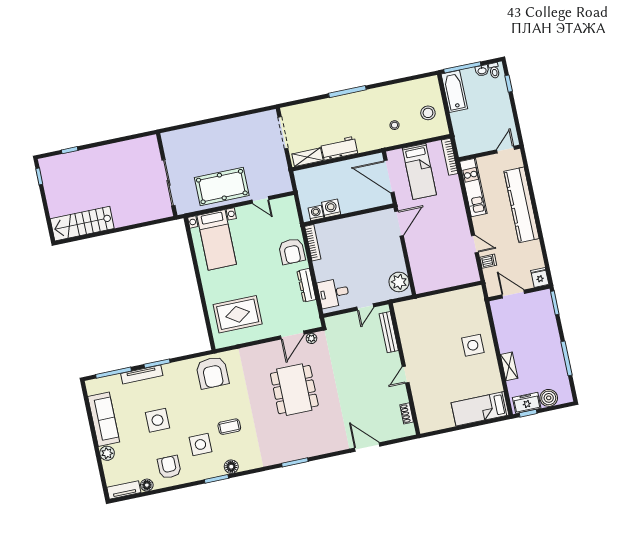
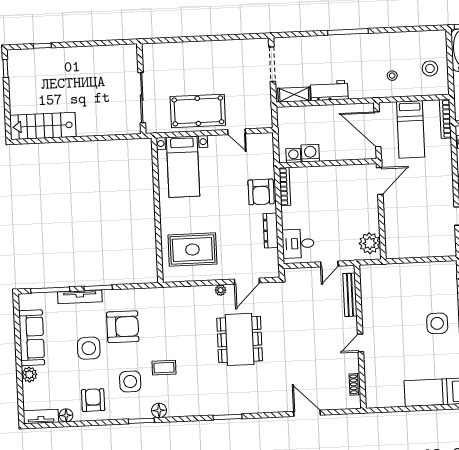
plant: (311, 338) -> (220, 290), moved
armchair: (212, 373) -> (123, 327), moved, turned -90

